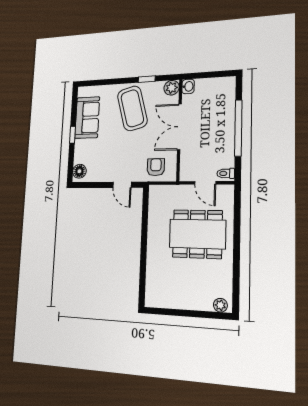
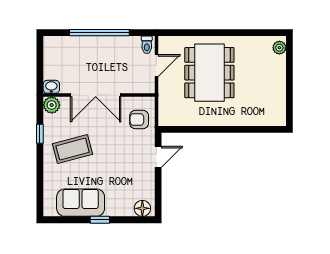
coffee table: (132, 108) -> (73, 149), width x0.73, depth x0.76

